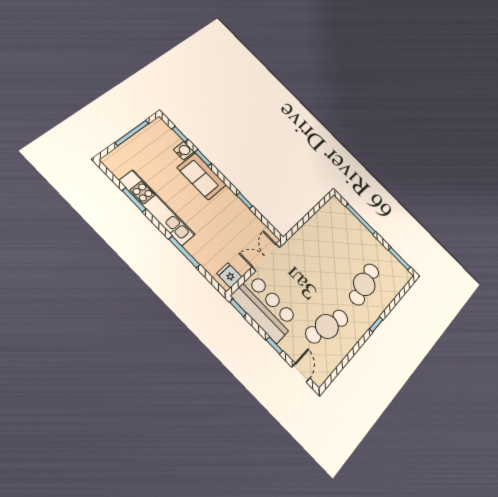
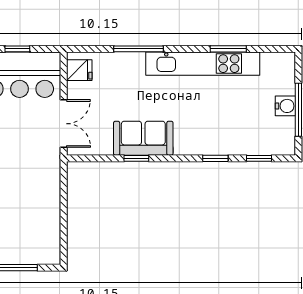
water cooler: (184, 151) -> (285, 106), moved, turned -90
sofa: (202, 176) -> (143, 138), moved
window: (238, 308) -> (17, 49), moved

